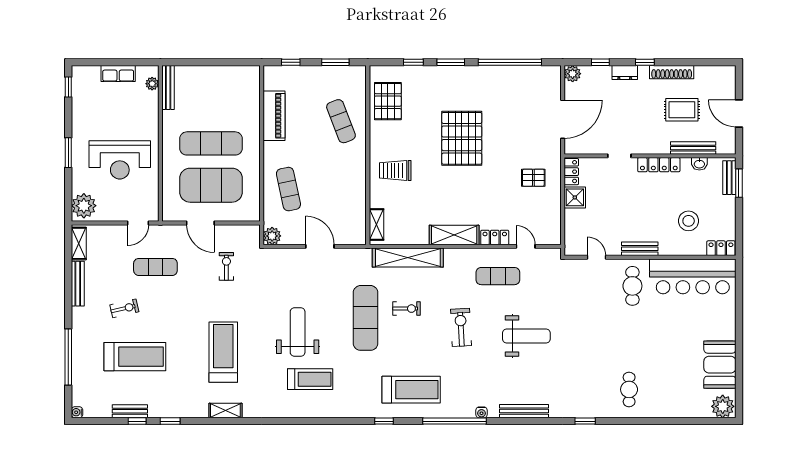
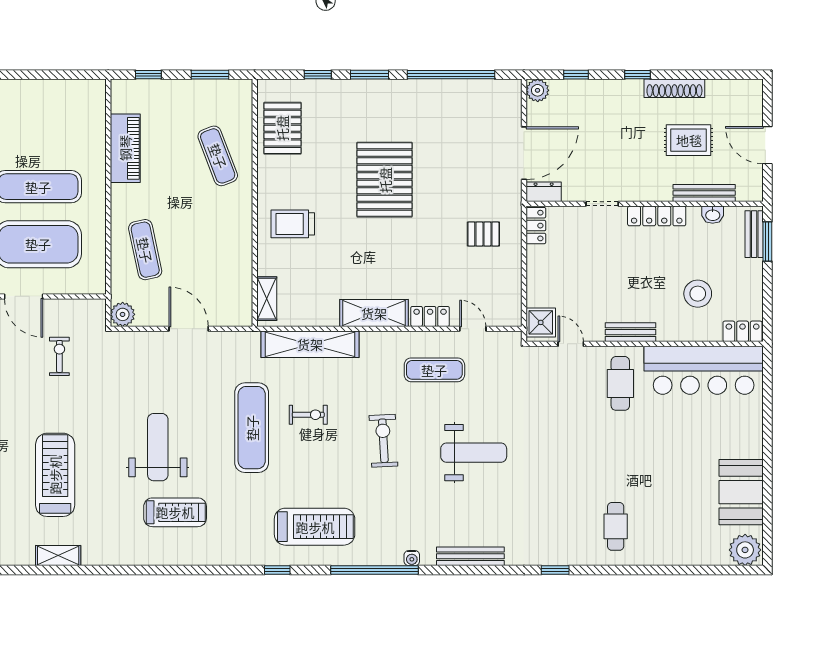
dresser: (625, 73) -> (544, 192), moved, turned 180
shower: (575, 197) -> (541, 322), moved

